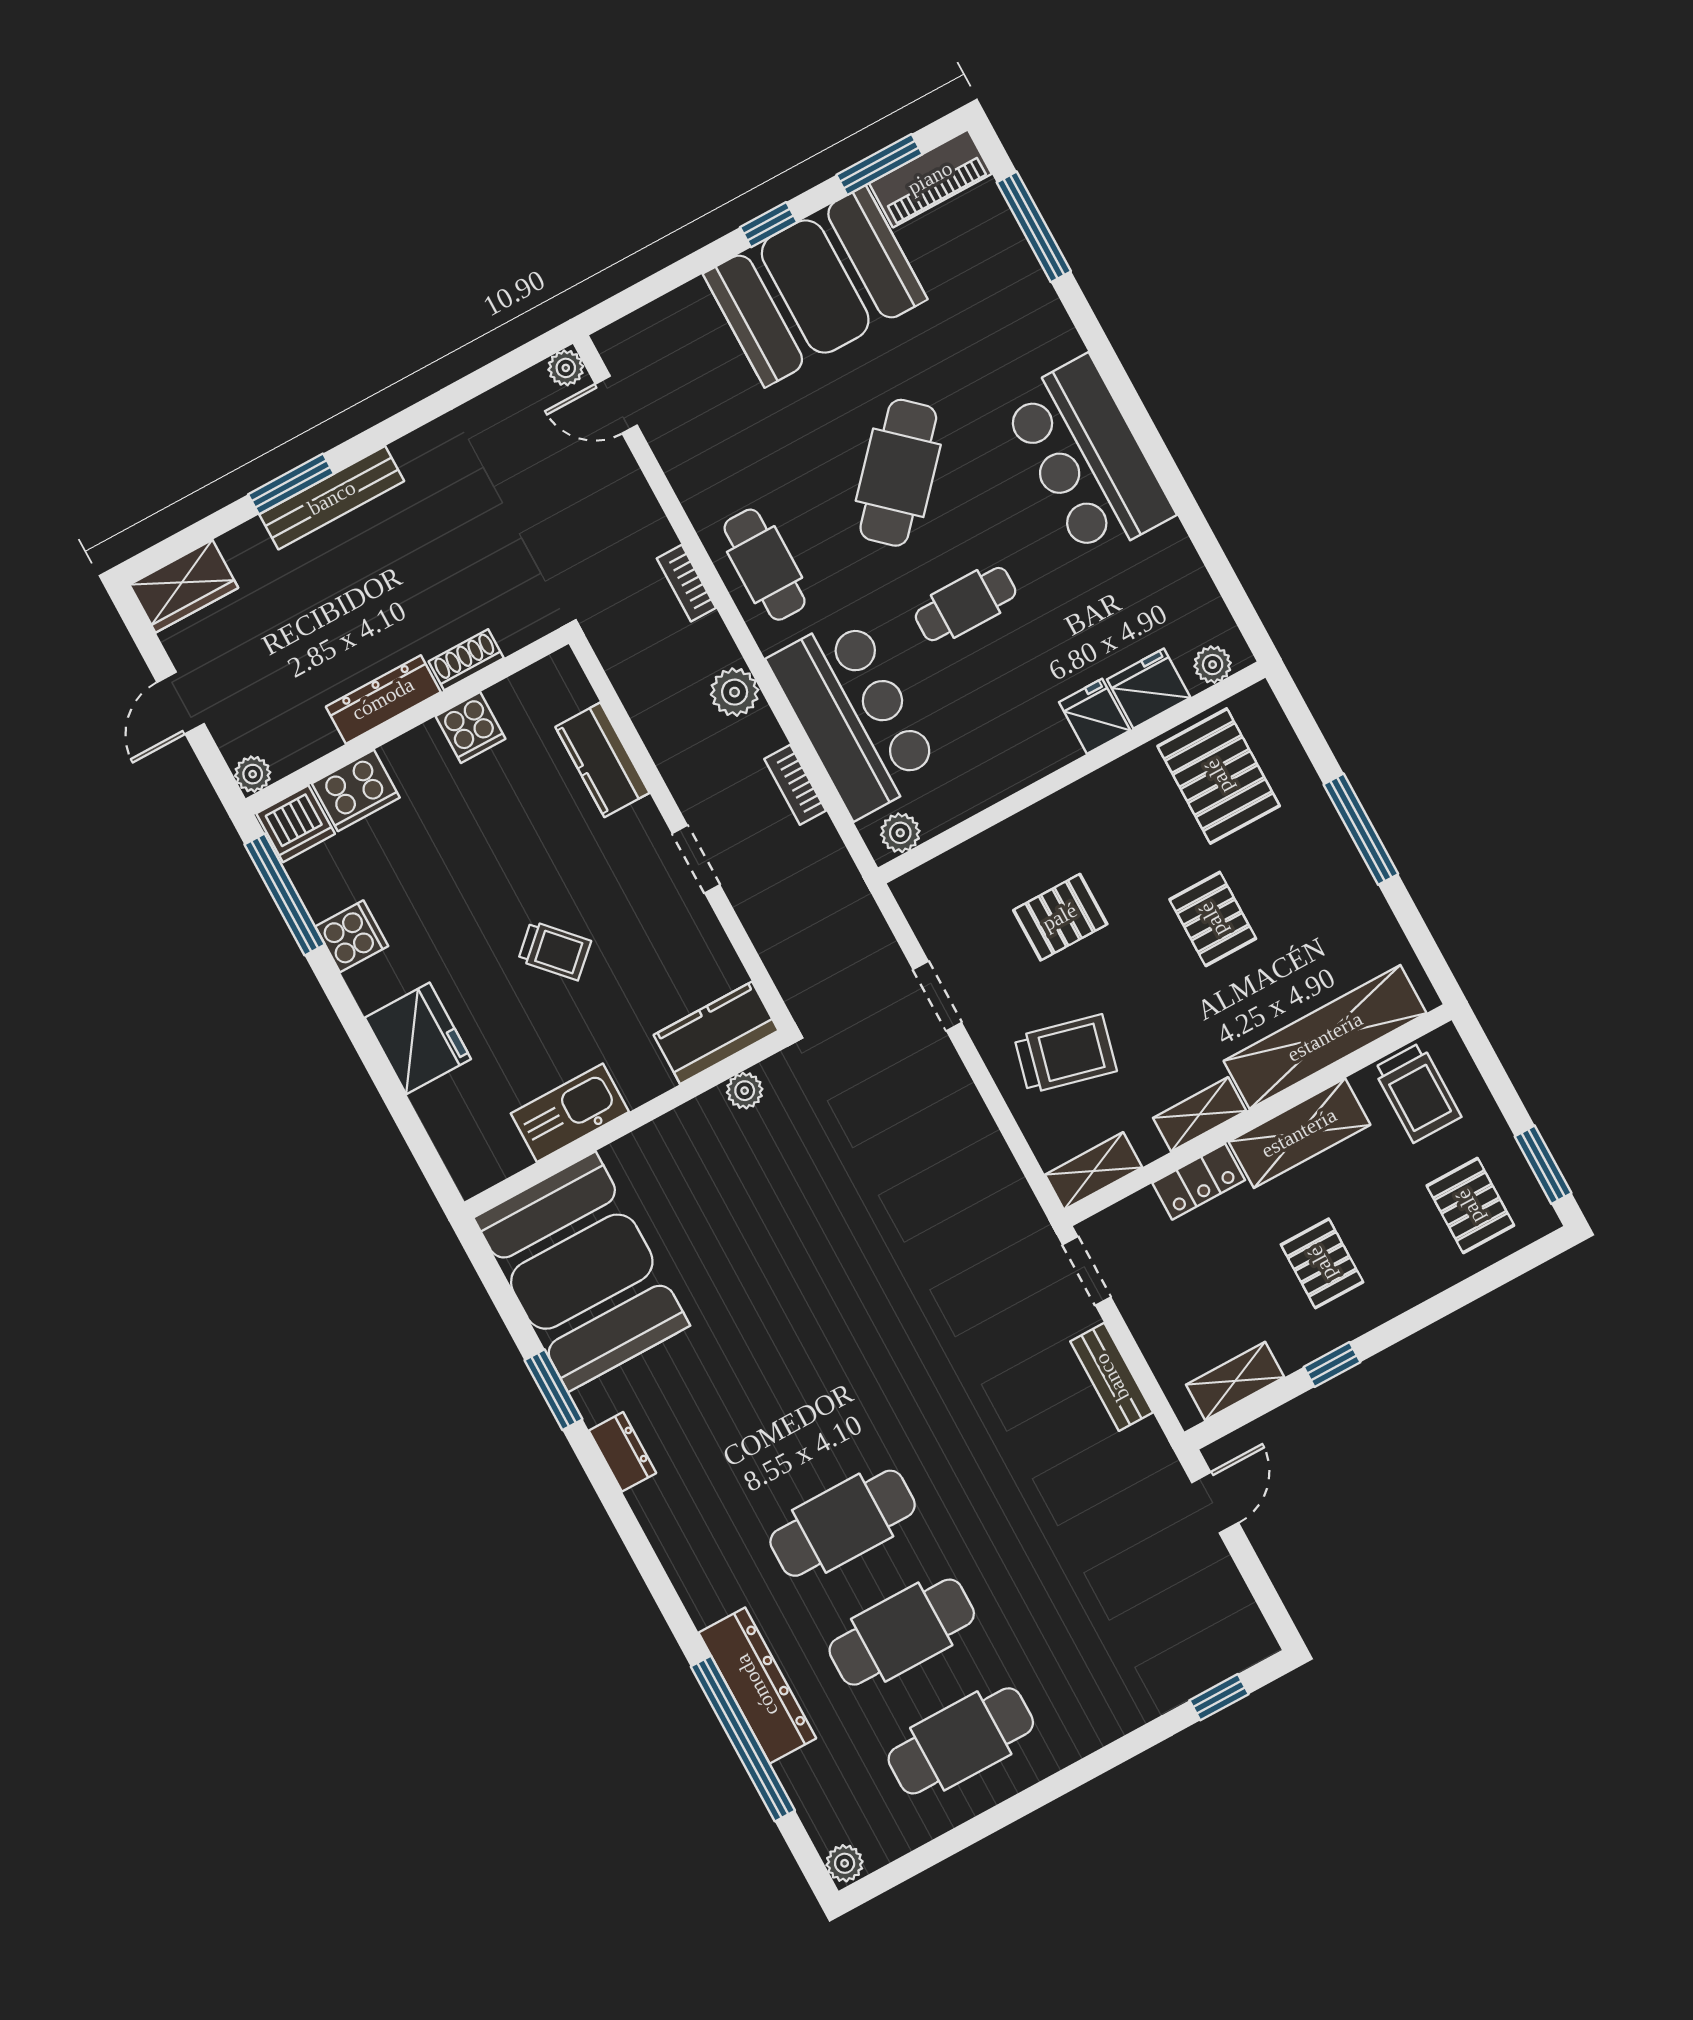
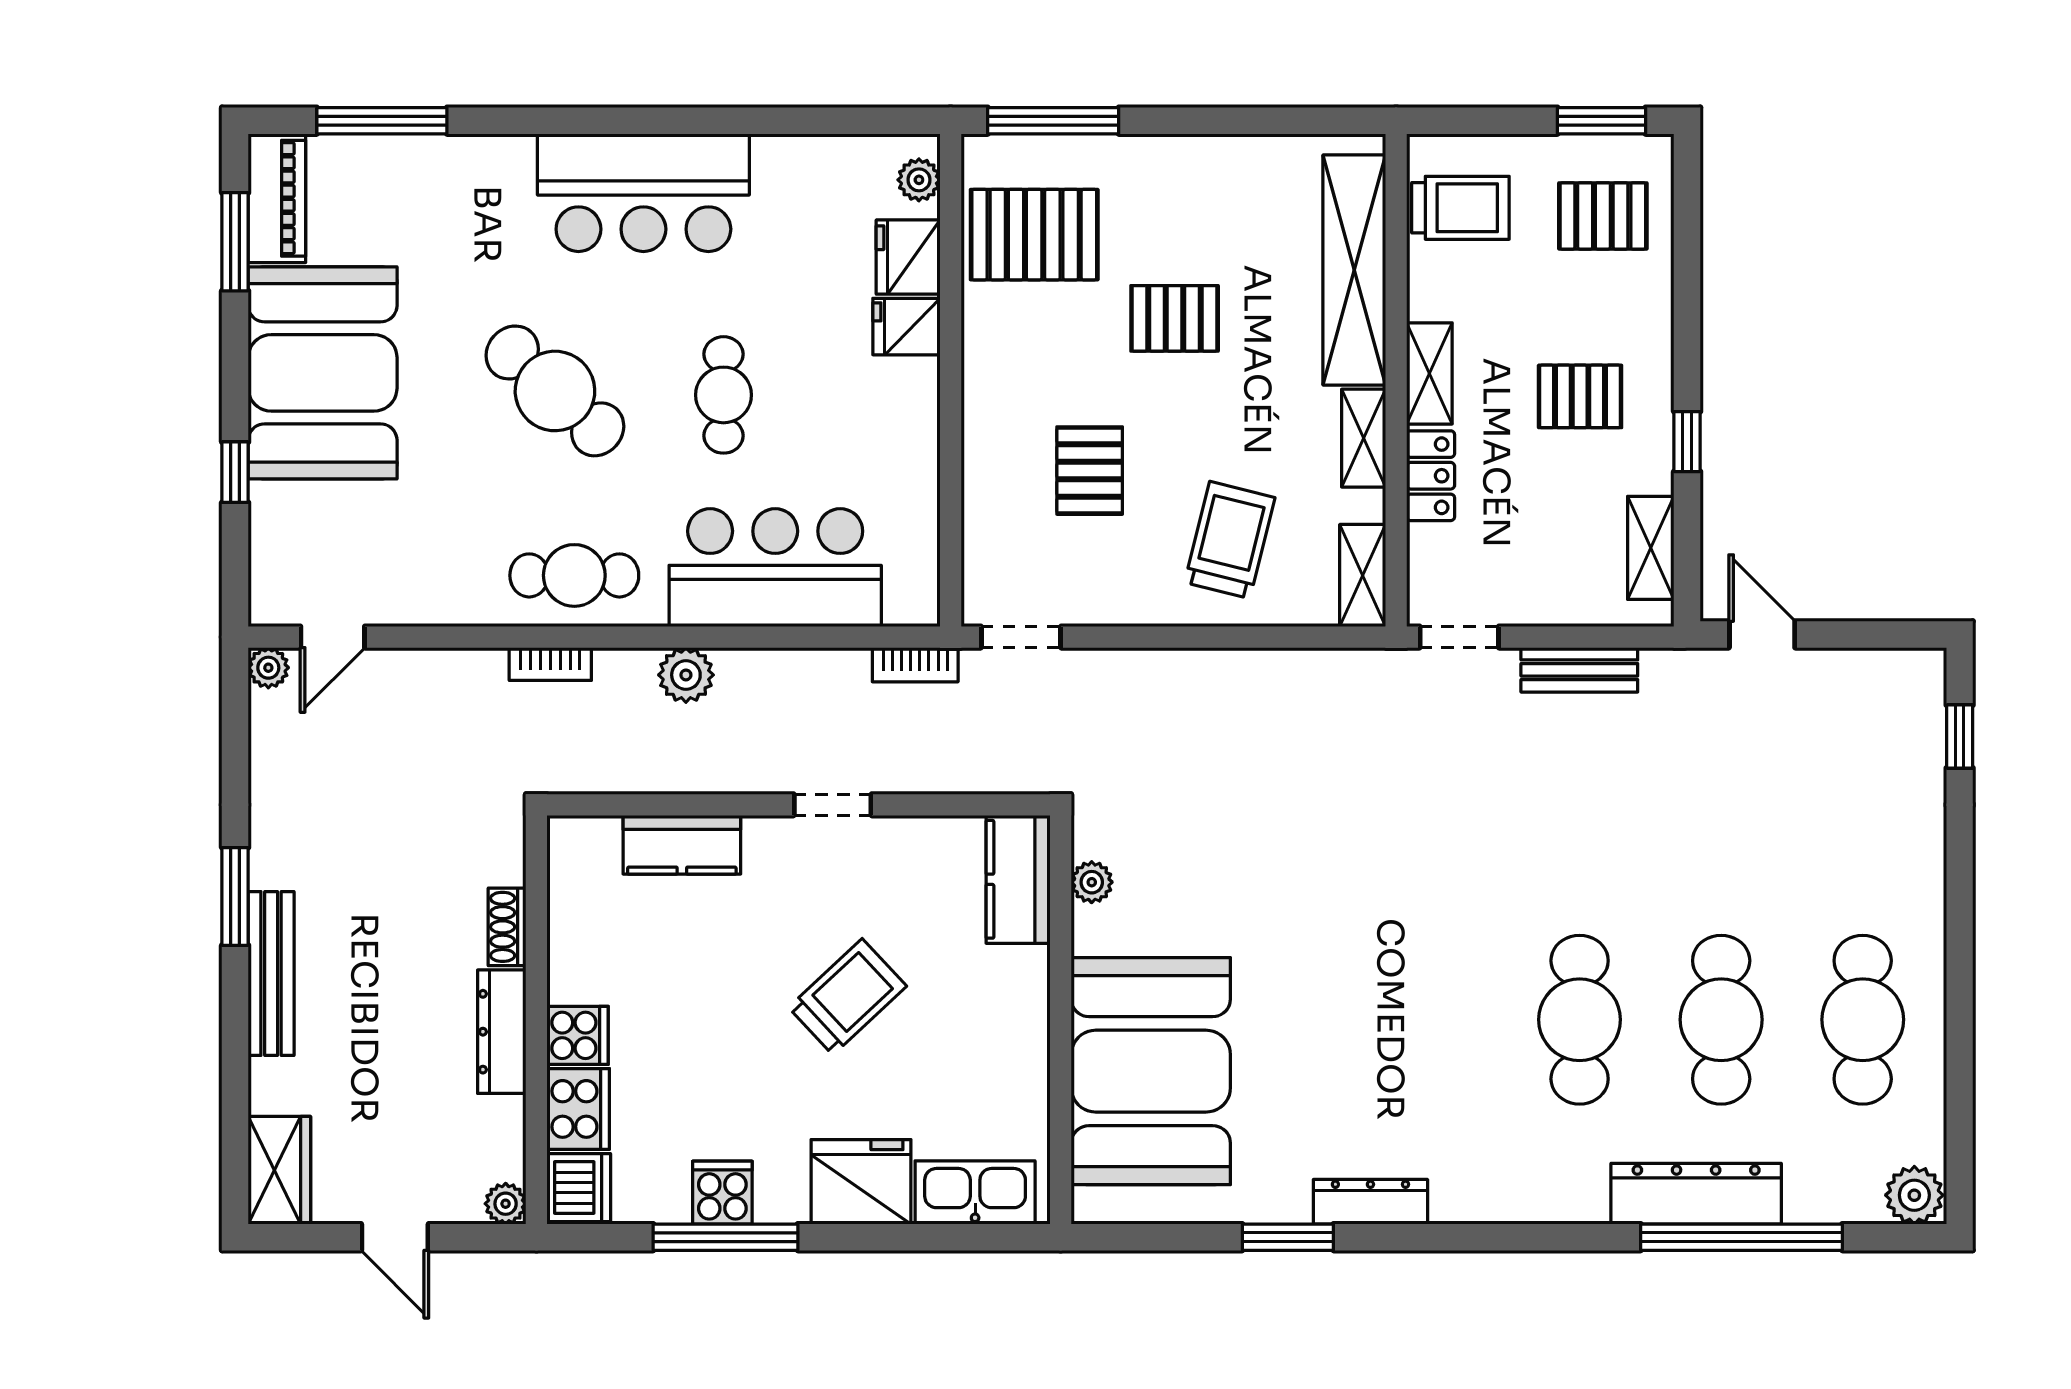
window: (769, 225) -> (235, 472), moved
window: (291, 484) -> (235, 896), moved
cooker: (471, 727) -> (578, 1035), moved
bookcase: (795, 785) -> (915, 665), moved
window: (1361, 829) -> (1053, 121), moved
plant: (900, 833) -> (918, 585), removed
window: (285, 894) -> (726, 1237), moved
trolley: (555, 951) -> (847, 997), width x1.36, depth x1.39
doorway: (937, 996) -> (1021, 637), moved
kitchen sink: (570, 1113) -> (975, 1192), moved, turned 90
shelving: (1299, 1133) -> (1429, 373), width x0.67, depth x0.75
booth: (582, 1272) -> (1151, 1071), moved, turned 90
dresser: (623, 1452) -> (1370, 1202), width x1.44
plant: (845, 1863) -> (1914, 1195), width x1.38, depth x1.38

